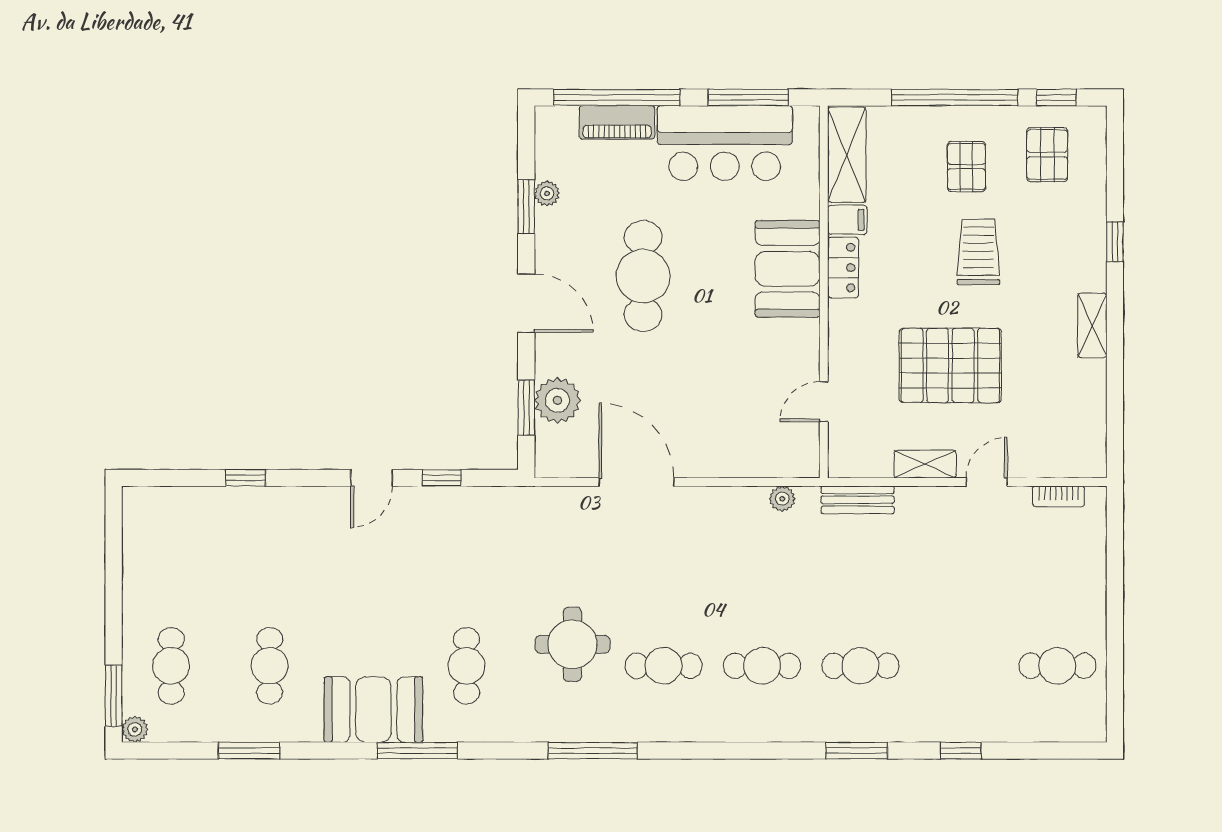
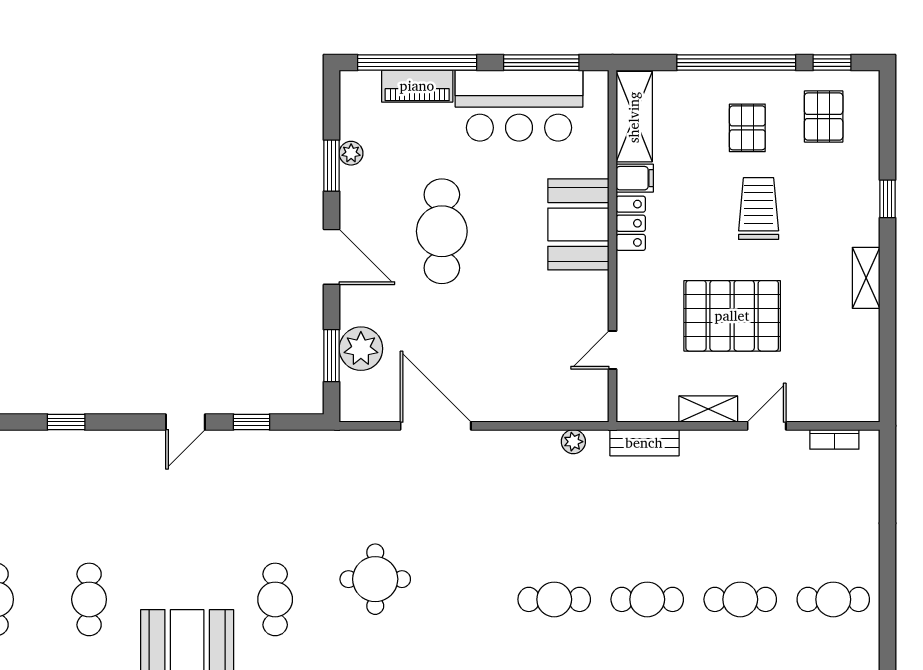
cafe table: (664, 666) -> (740, 599), moved

